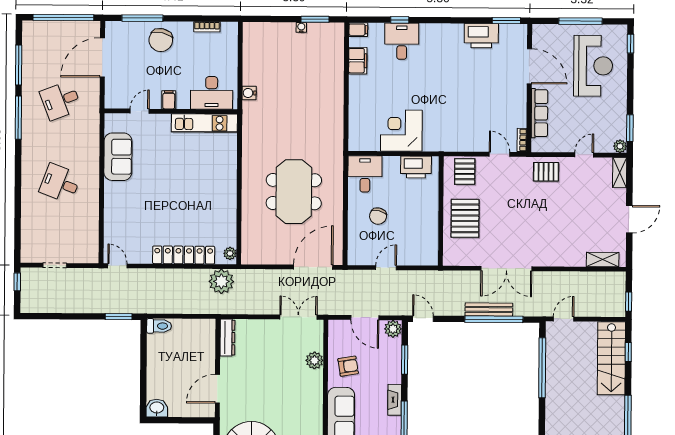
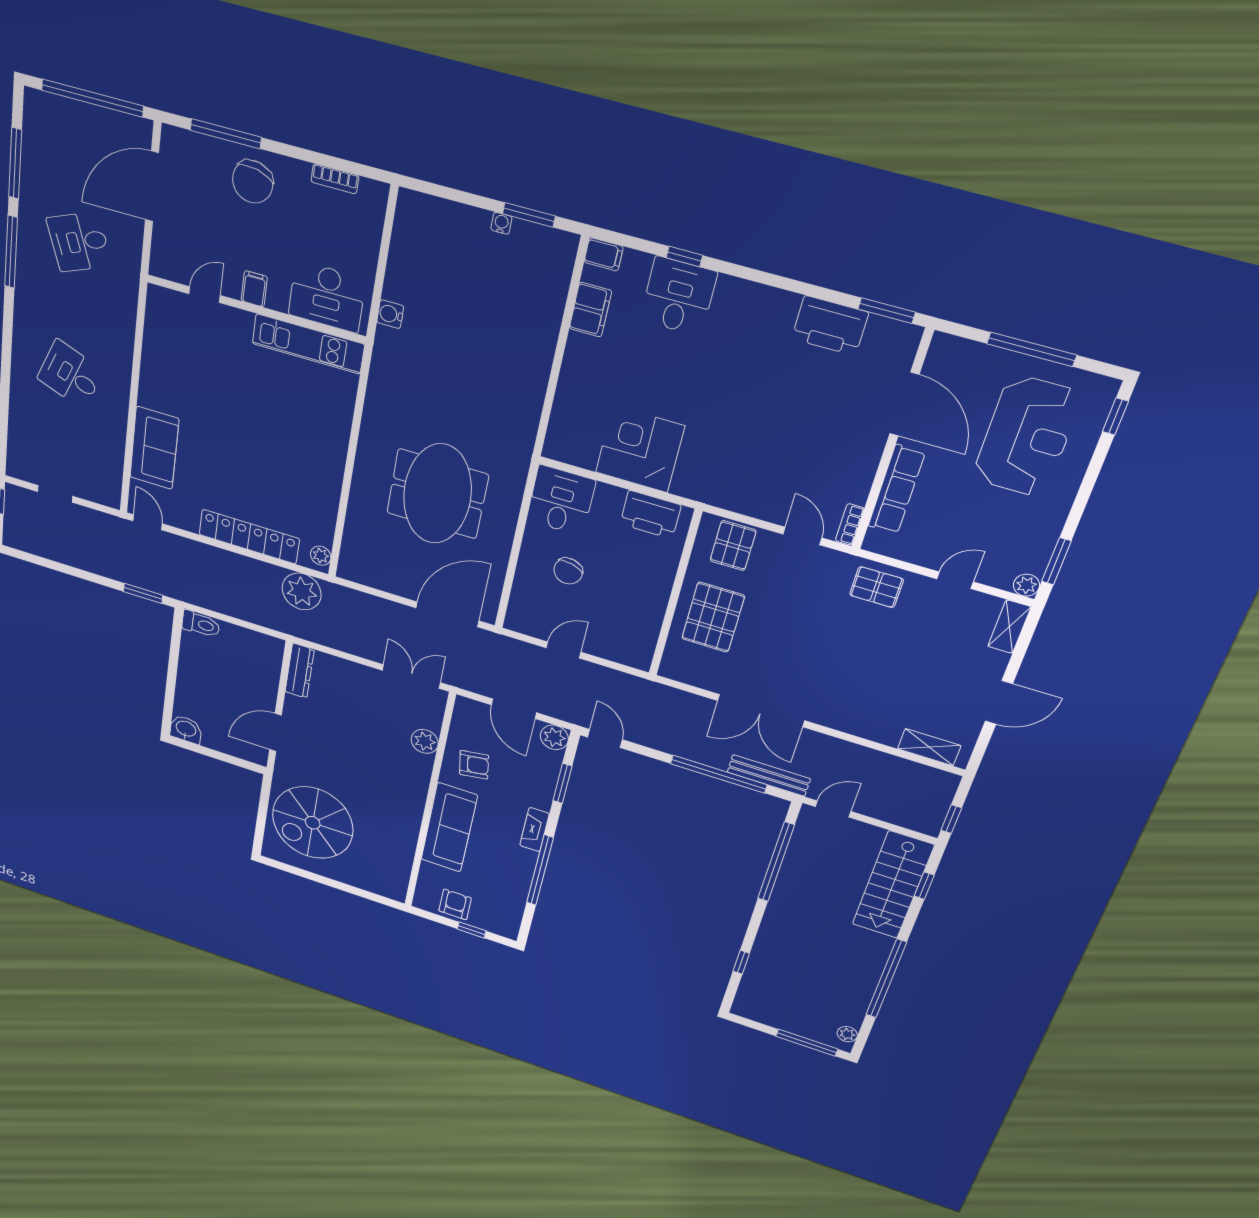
sofa: (118, 157) -> (154, 448), moved
bench: (489, 309) -> (769, 775), moved

